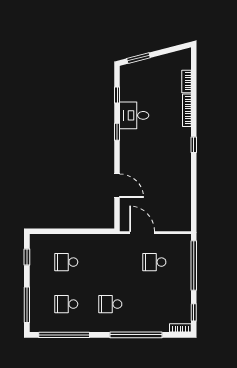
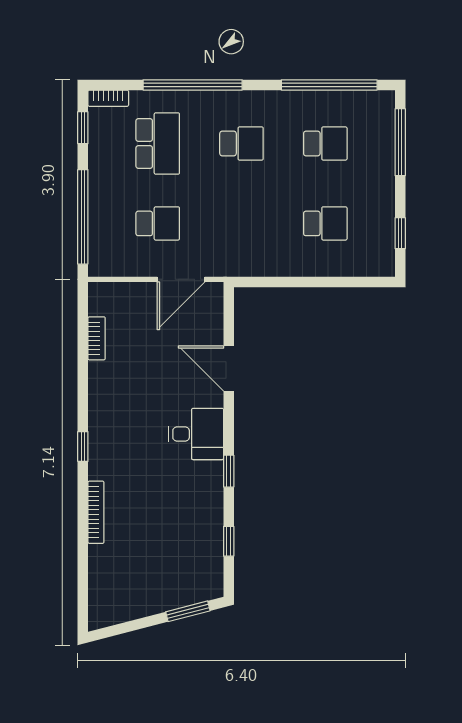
bookcase: (186, 81) -> (97, 338), moved
desk: (134, 115) -> (196, 434), moved
door: (142, 233) -> (181, 279), hinge flipped
school desk: (154, 304) -> (158, 144), added

